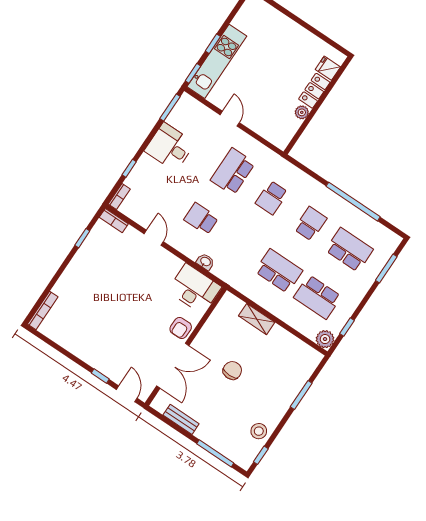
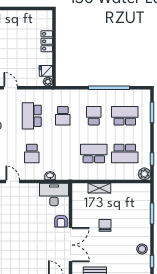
fridge: (328, 68) -> (46, 71), moved
plant: (302, 112) -> (48, 82), moved
school desk: (201, 219) -> (32, 153), turned -90

